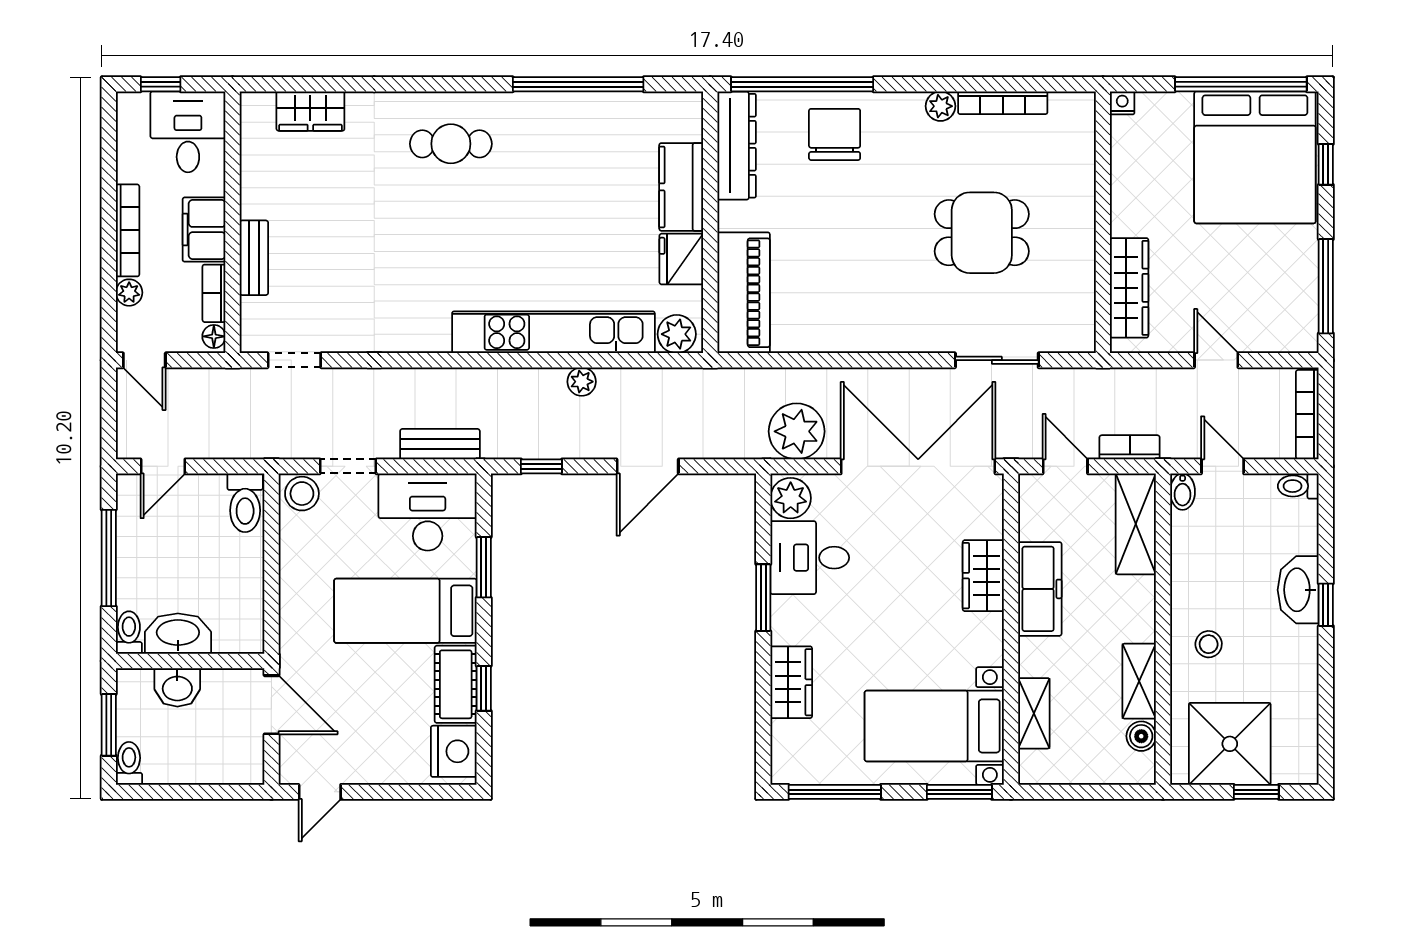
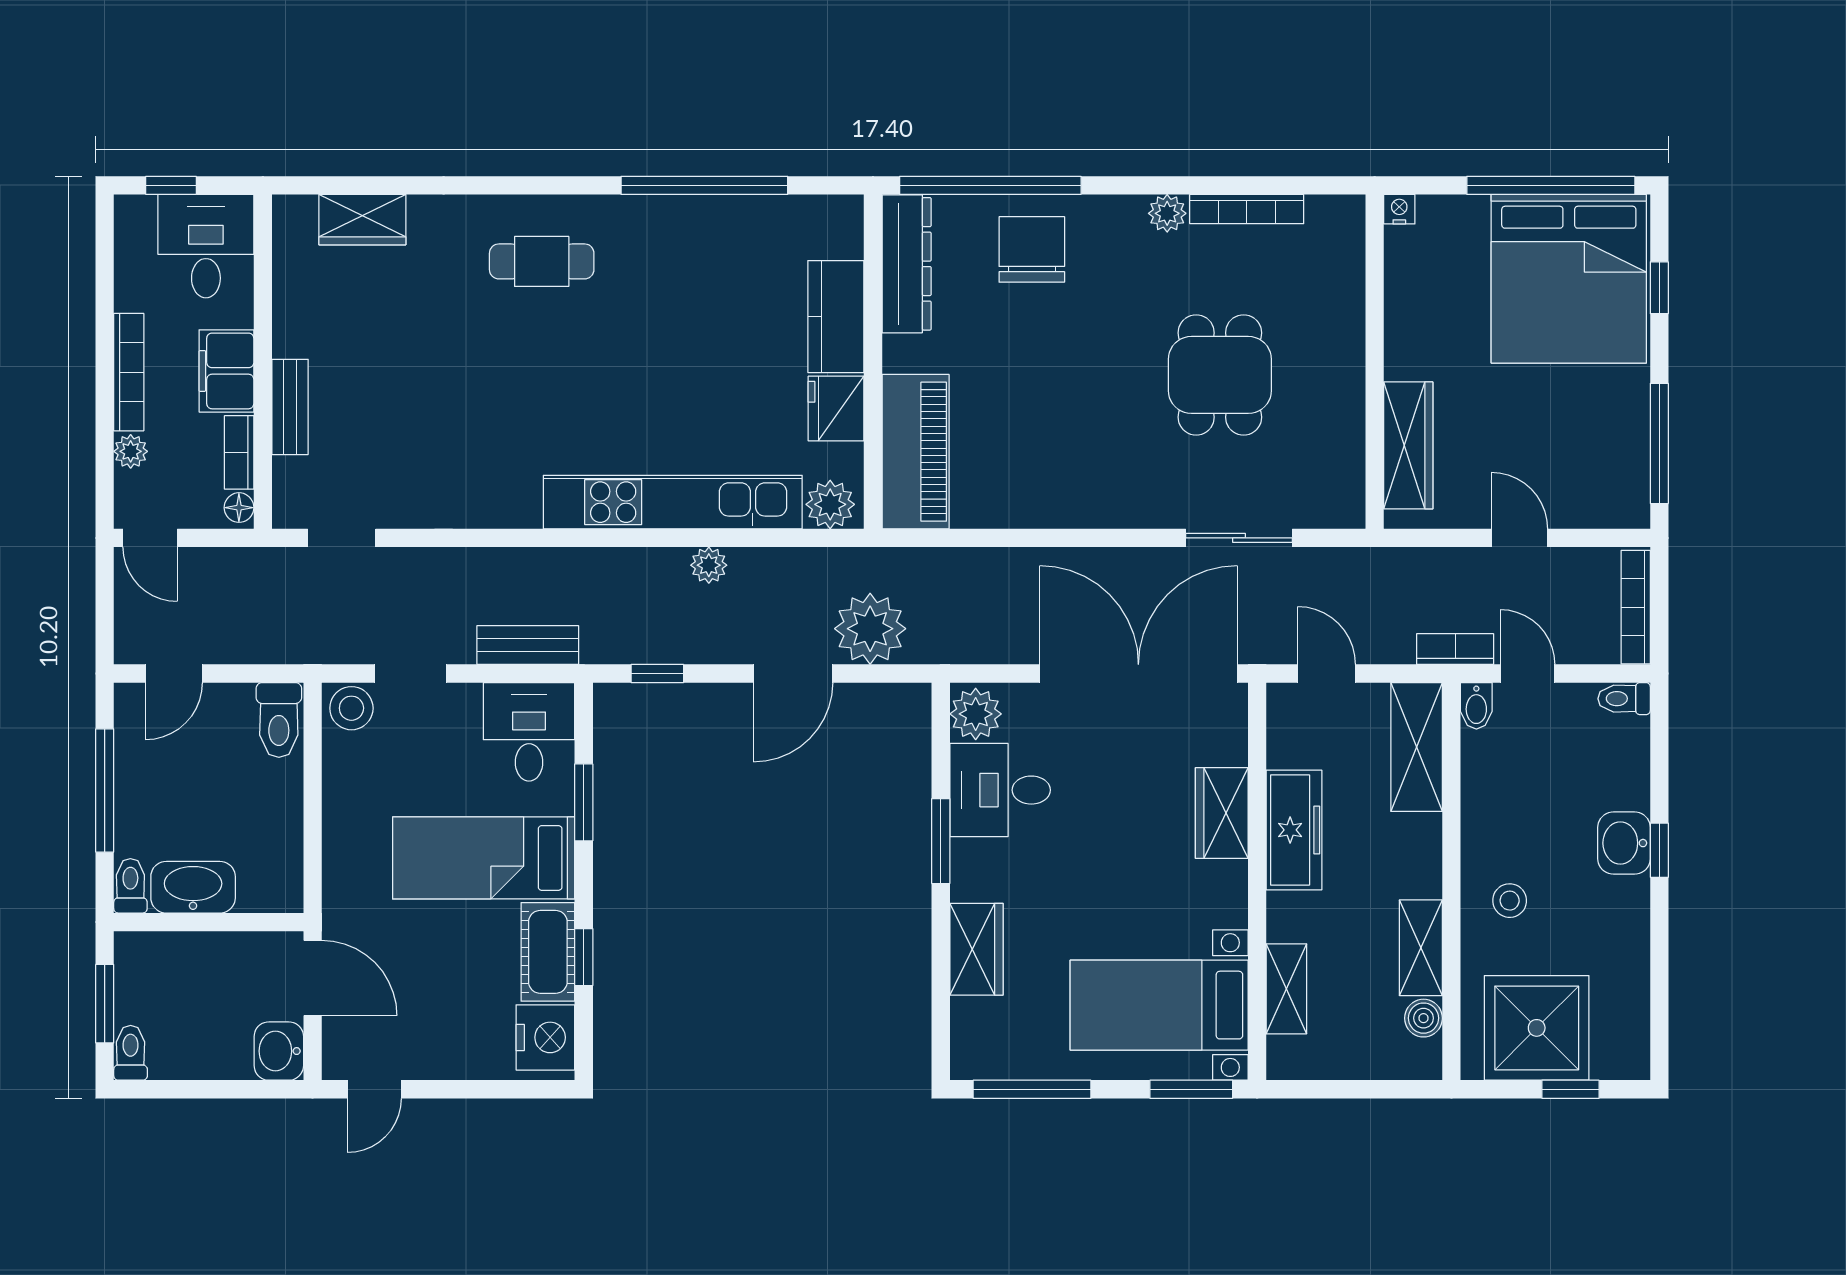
dining table: (982, 233) -> (1220, 375), turned 90
plant: (797, 431) -> (870, 629), moved
bookcase: (1130, 447) -> (1455, 649), moved
desk: (428, 512) -> (529, 732), width x0.73
washbasin: (1298, 590) -> (1624, 843), width x0.72
washbasin: (177, 687) -> (279, 1051), moved, turned 90

